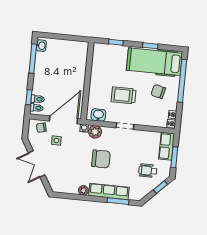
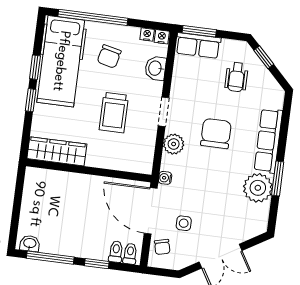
window: (116, 42) -> (31, 100), moved
wardrobe: (99, 61) -> (57, 151), added
window: (29, 97) -> (97, 264), moved
washbasin: (98, 115) -> (156, 68), moved
plant: (95, 132) -> (174, 144), moved
window: (174, 157) -> (199, 31), moved
chair: (101, 159) -> (216, 134), moved
plant: (83, 190) -> (258, 188), width x1.88, depth x1.88
window: (118, 201) -> (278, 178), moved

